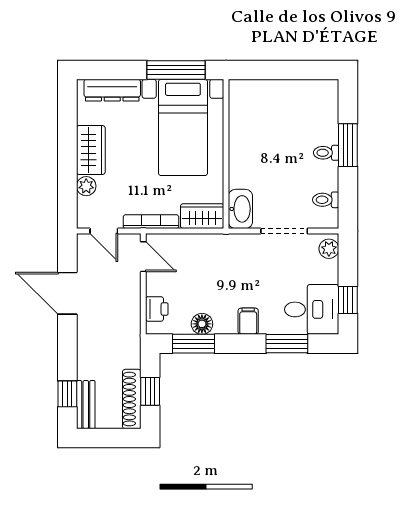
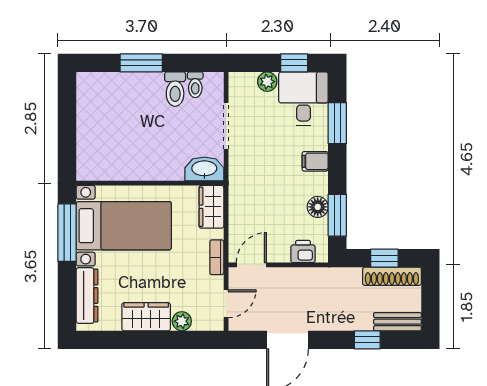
toilet: (326, 153) -> (175, 89), moved, width x1.37, depth x1.39
bookcase: (151, 222) -> (217, 257), width x0.64
plant: (329, 249) -> (267, 82), moved
window: (67, 394) -> (367, 340), moved

